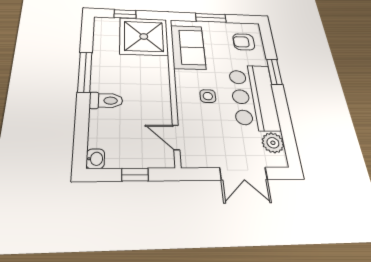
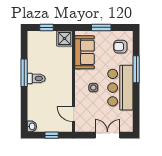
shower: (144, 36) -> (65, 39), width x0.54, depth x0.54
window: (274, 72) -> (136, 69), width x1.44
toilet: (106, 101) -> (36, 78), moved
plant: (273, 143) -> (127, 117), removed
double door: (243, 174) -> (107, 135), swing flipped

